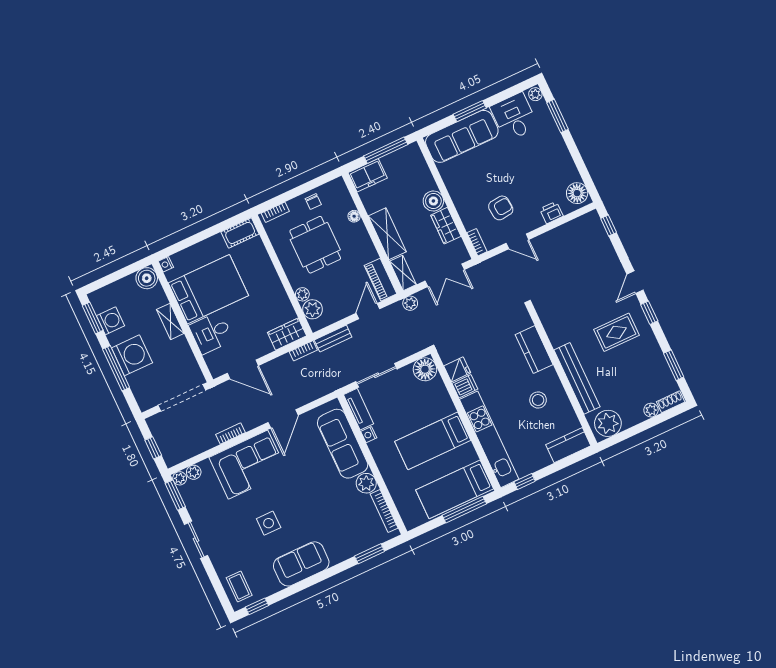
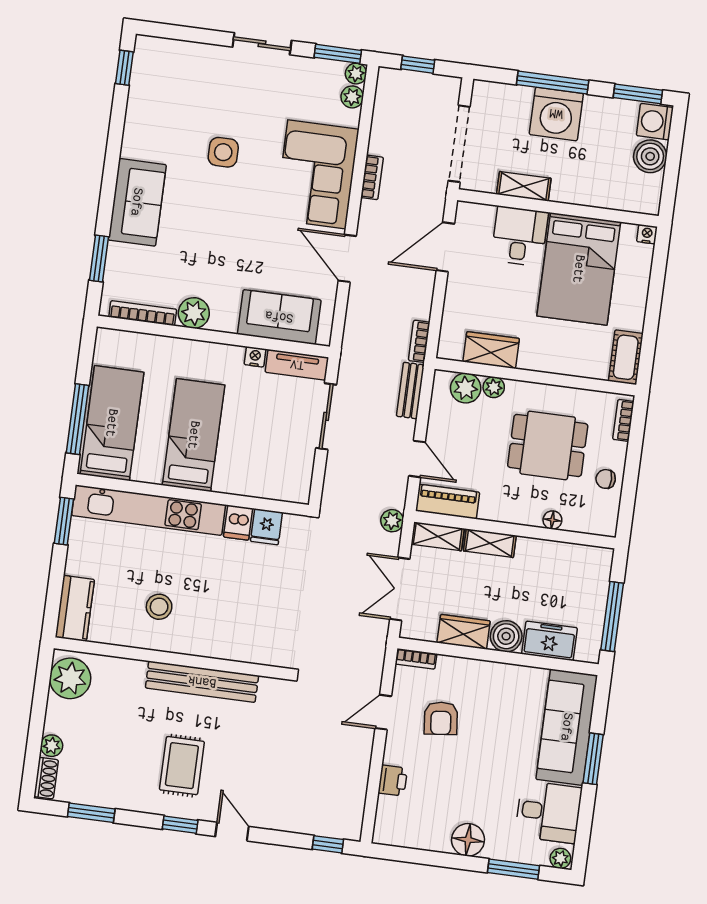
freezer: (368, 175) -> (550, 641), moved, turned 90
floor lamp: (577, 193) -> (468, 840), moved
shelving: (387, 234) -> (490, 543), width x0.67, depth x0.75
boiler: (147, 278) -> (650, 156), moved
washing machine: (110, 321) -> (655, 122), moved, turned 90
shelving: (170, 321) -> (524, 186), moved
wardrobe: (287, 334) -> (491, 350), moved, turned -90
kitchen counter: (534, 350) -> (228, 644), removed
floor lamp: (425, 369) -> (294, 485), removed
bench: (577, 378) -> (202, 682), moved
sofa: (343, 444) -> (279, 317), width x0.73
window: (525, 482) -> (64, 521), width x1.50
sofa: (301, 564) -> (137, 202), moved
coffee table: (239, 587) -> (165, 61), removed

